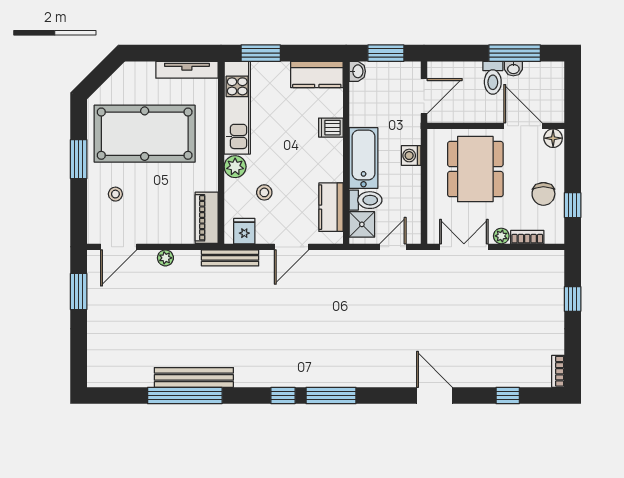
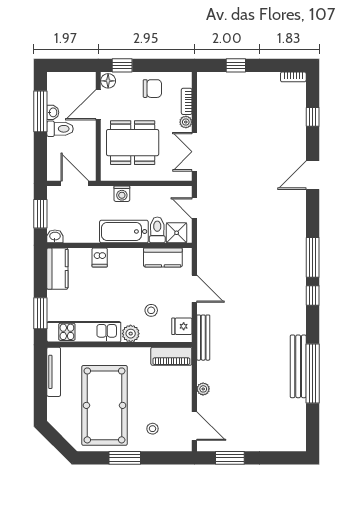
window: (573, 205) -> (122, 65), moved

